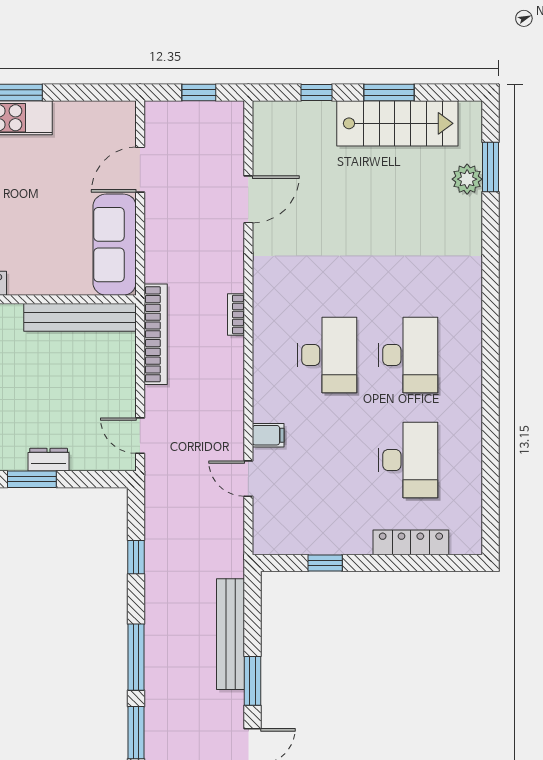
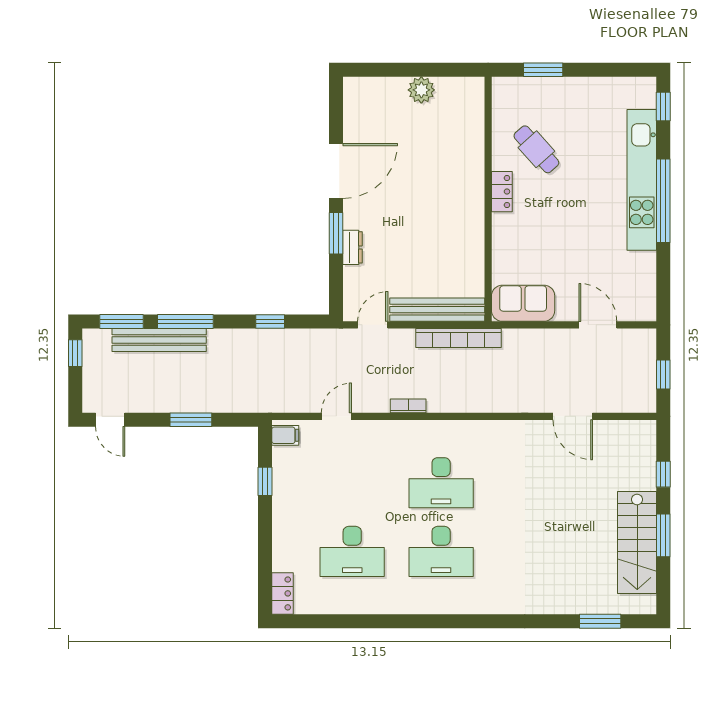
plant: (467, 179) -> (590, 601), removed
sofa: (115, 245) -> (523, 303), width x0.73
bookcase: (236, 314) -> (408, 406), moved
bench: (80, 317) -> (437, 310), moved, turned 90
filing cabinet: (268, 435) -> (285, 435), moved, turned -90
locker: (411, 542) -> (282, 593), moved, width x0.66
bench: (230, 634) -> (159, 340), moved
window: (252, 681) -> (191, 420), moved

